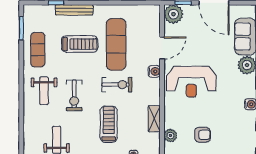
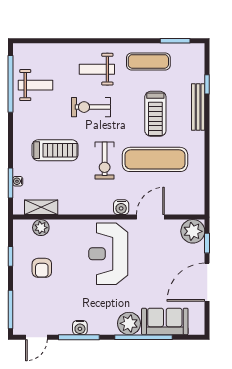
door: (162, 48) -> (150, 217), swing flipped
shelving: (154, 119) -> (41, 207), moved

